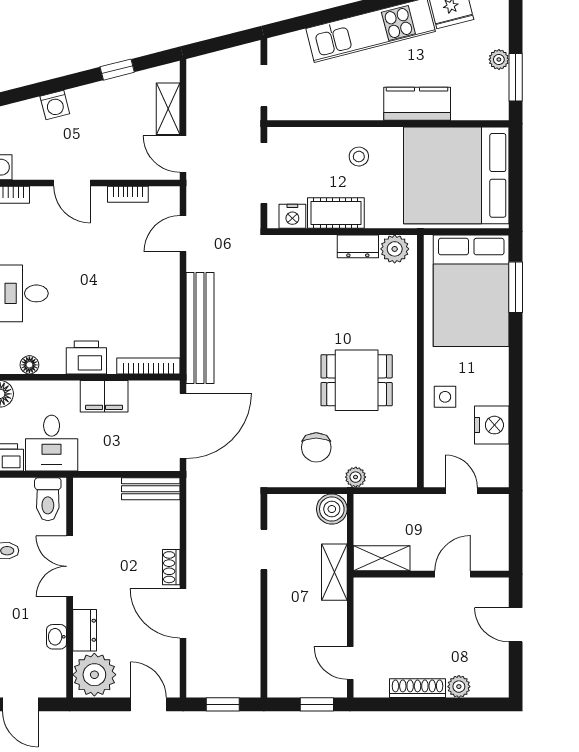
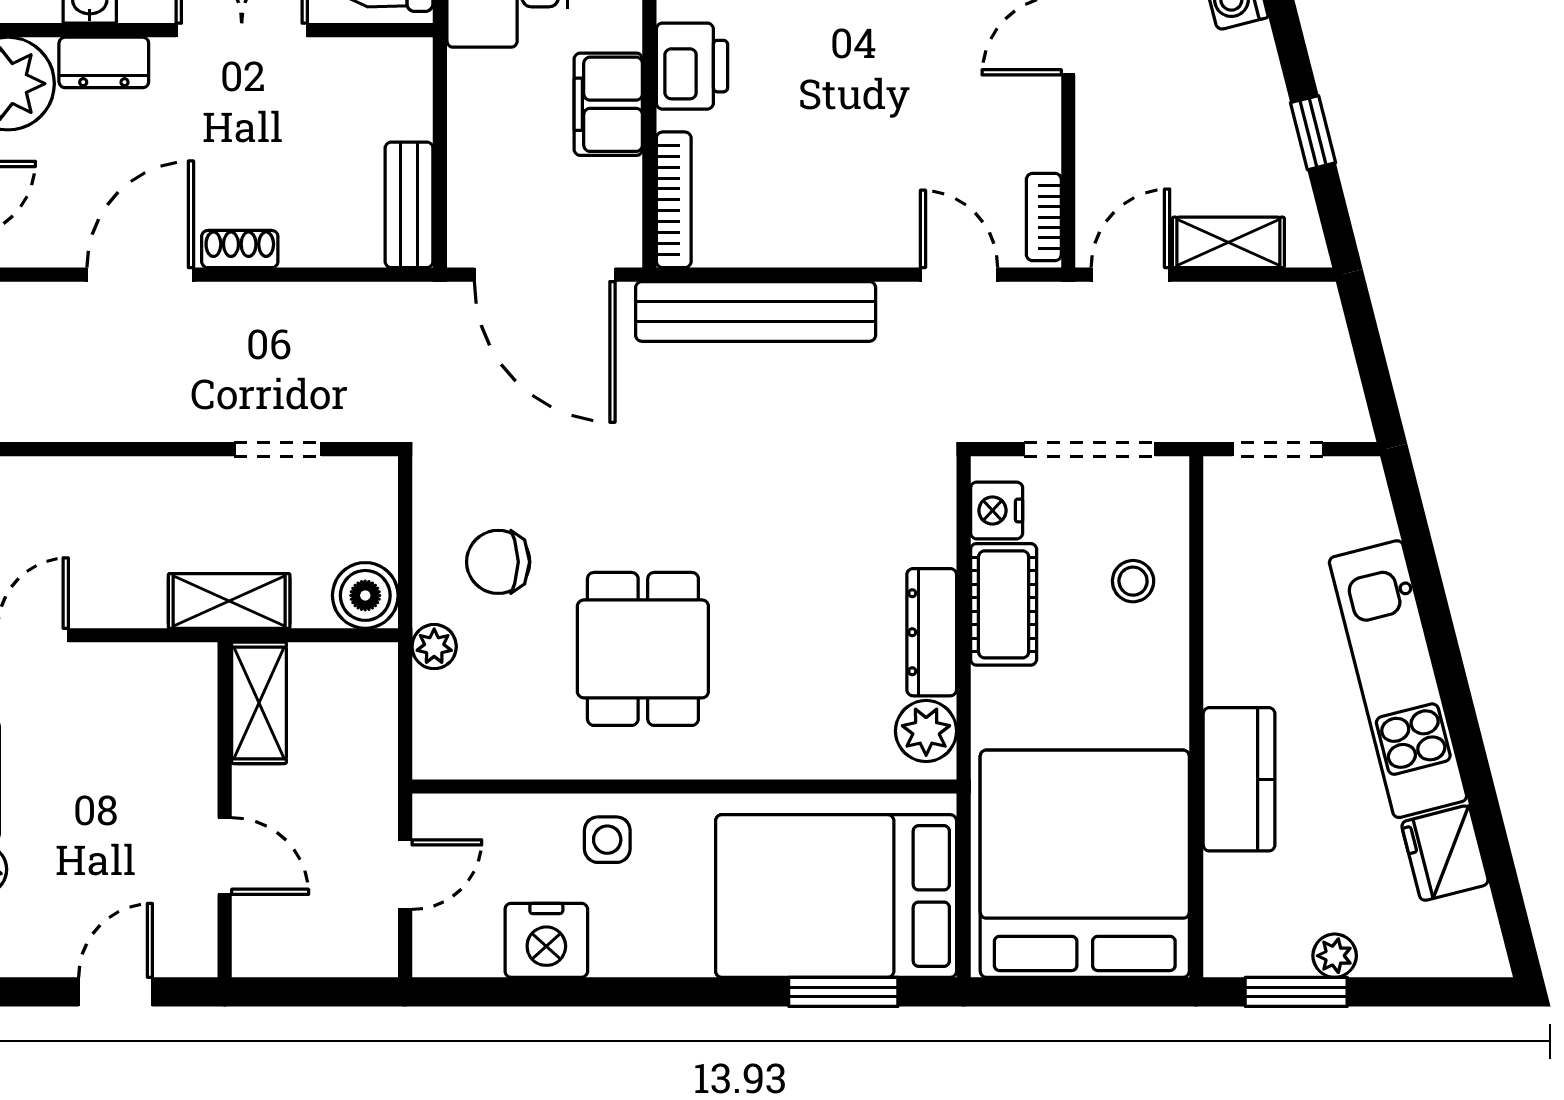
stool: (359, 157) -> (1133, 581), moved
bookcase: (128, 194) -> (1044, 217), moved
dresser: (358, 246) -> (932, 632), width x1.44

